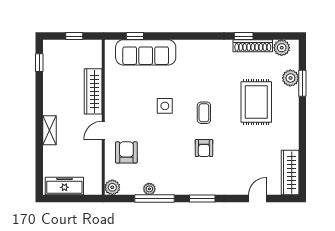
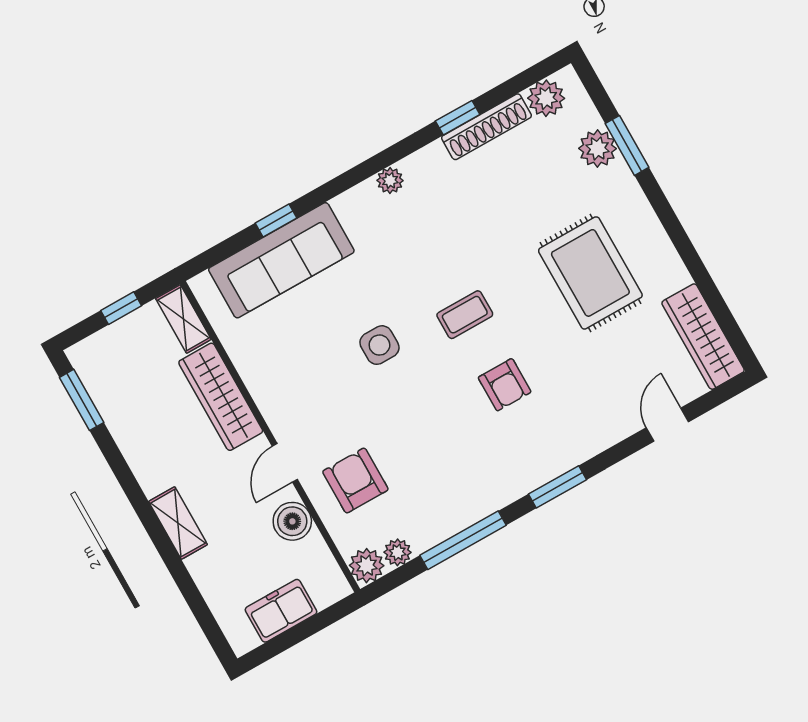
window: (135, 36) -> (276, 221), moved
plant: (204, 45) -> (390, 180), added
shelving: (96, 54) -> (183, 319), added
window: (39, 63) -> (82, 400), width x1.50
rug: (256, 102) -> (590, 273), moved
coffee table: (204, 113) -> (465, 315), turned 90
boiler: (93, 154) -> (292, 521), added
freezer: (64, 186) -> (281, 611), width x0.71
plant: (149, 189) -> (398, 552), moved

